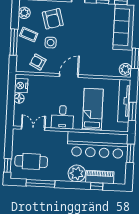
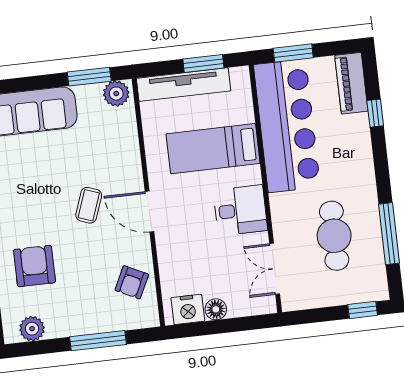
armchair: (53, 19) -> (34, 266), turned -74
coffee table: (29, 35) -> (89, 205), moved
side table: (51, 43) -> (86, 262), removed
cafe table: (31, 161) -> (334, 236), moved
plant: (77, 173) -> (355, 160), removed
piano: (100, 177) -> (351, 83), moved

